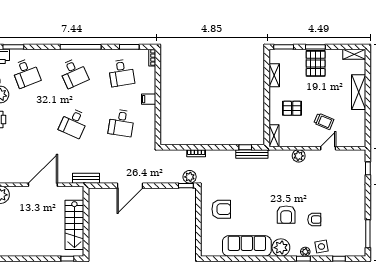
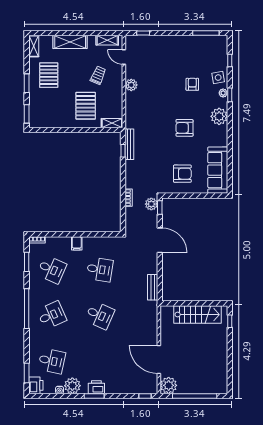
pallet: (316, 63) -> (49, 75), moved, turned 90
desk: (26, 73) -> (52, 361), turned 33
desk: (121, 73) -> (52, 269), turned 33
shelving: (274, 75) -> (107, 40), moved
pallet: (292, 108) -> (86, 106), width x1.50, depth x1.42
door: (328, 148) -> (124, 57), moved
plant: (299, 156) -> (131, 85), moved
bench: (86, 178) -> (153, 287), moved
door: (43, 185) -> (159, 360), moved
door: (130, 186) -> (160, 240), moved
armchair: (221, 209) -> (182, 174), turned 90
armchair: (286, 215) -> (184, 128), moved, turned 180
sofa: (247, 246) -> (218, 170), moved

